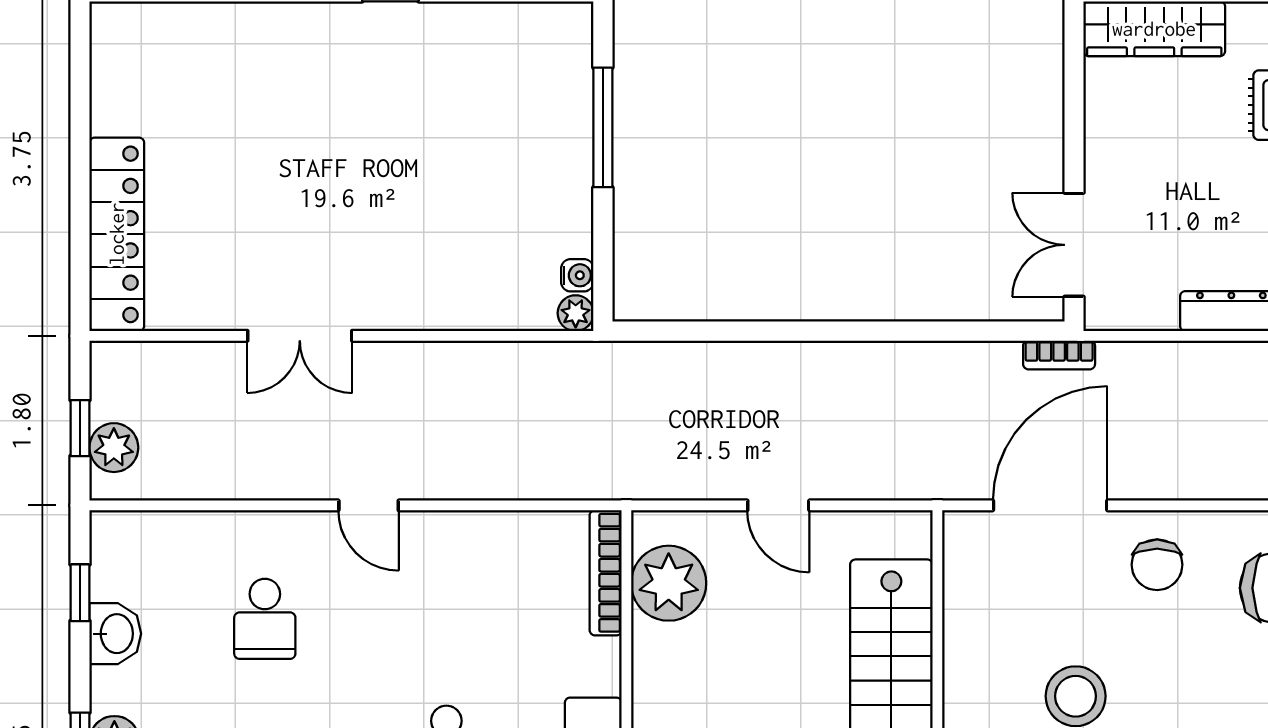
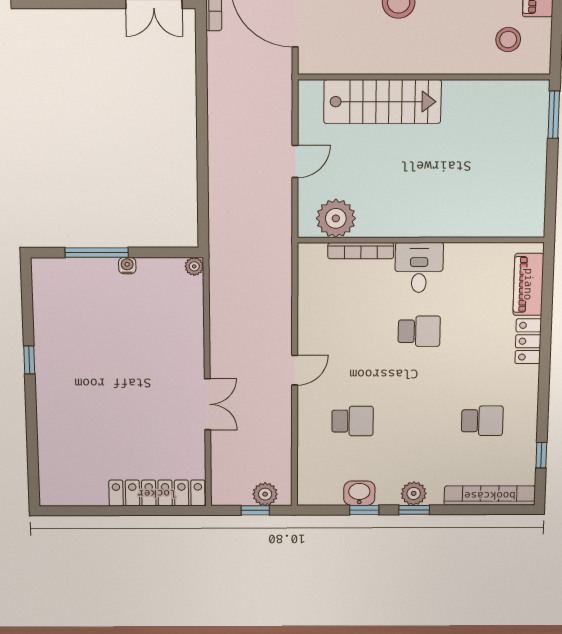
water cooler: (577, 275) -> (127, 266), moved
bookcase: (606, 573) -> (361, 251), moved
window: (80, 593) -> (364, 510), moved

